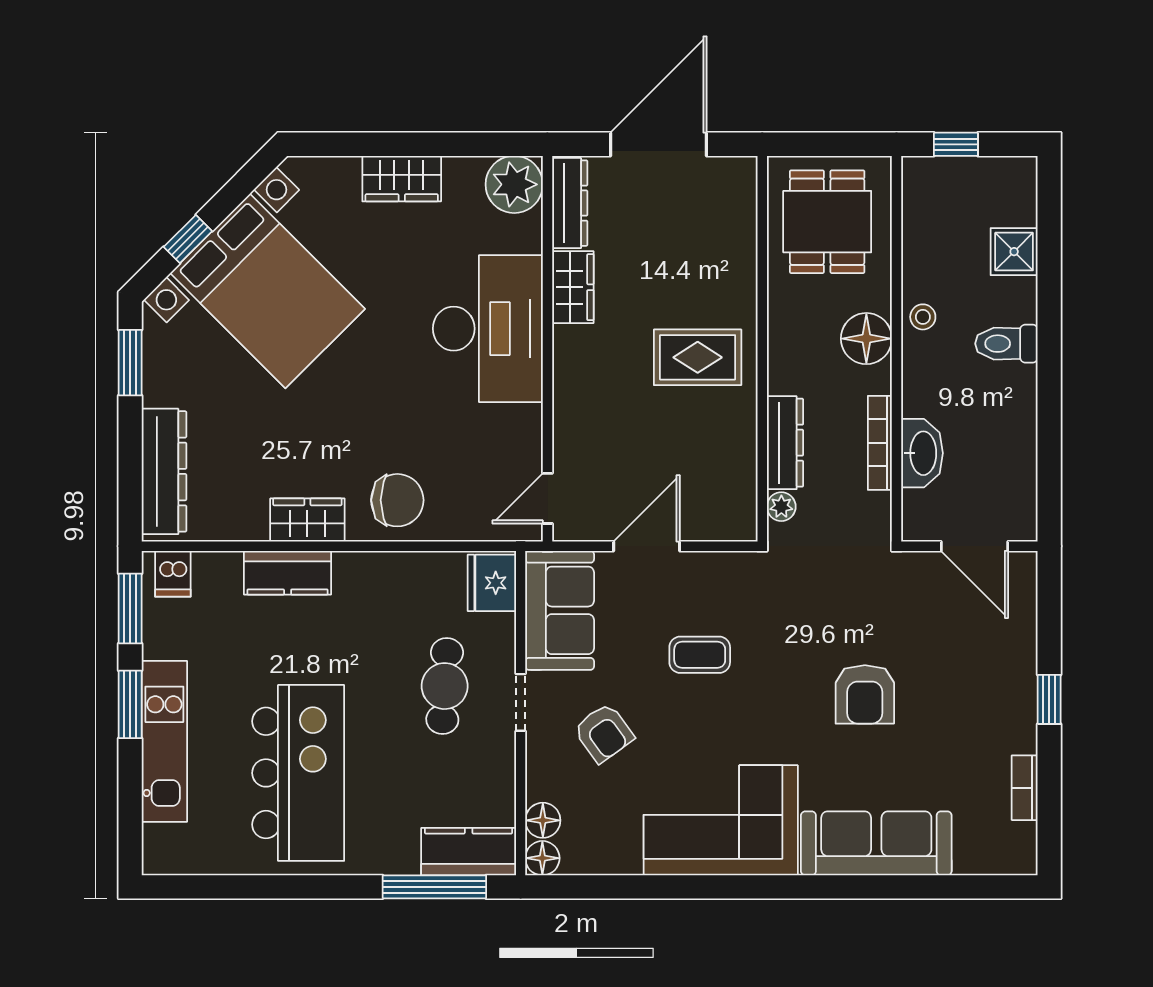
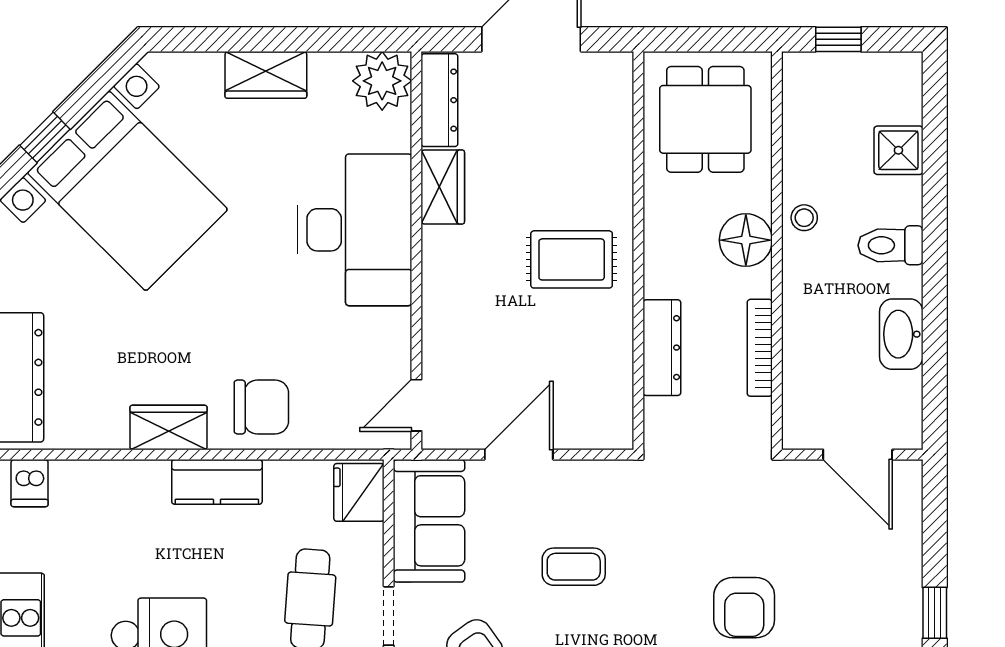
washbasin: (922, 453) -> (901, 334), moved, turned 180
plant: (781, 507) -> (658, 414), removed
kitchen counter: (288, 573) -> (217, 482), moved

